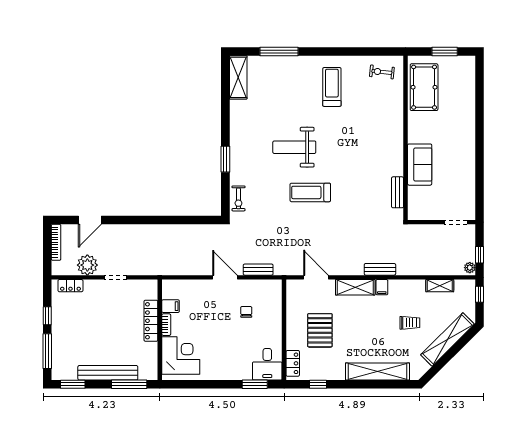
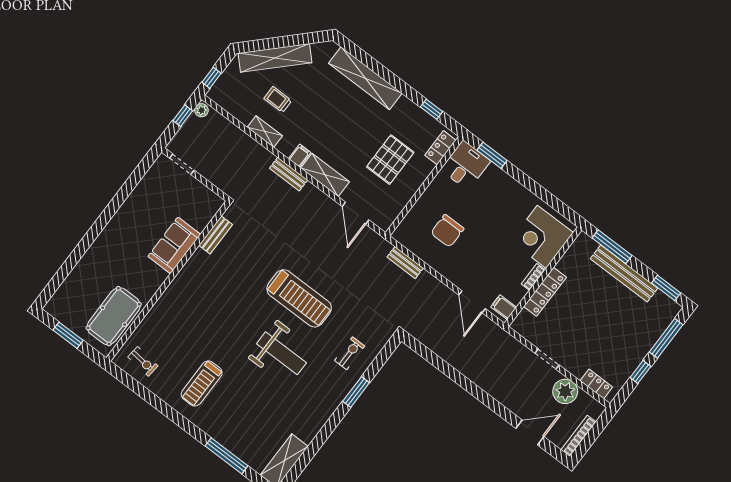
treadmill: (310, 192) -> (299, 298), width x1.37, depth x1.38
exercise bike: (238, 198) -> (350, 353), moved
door: (225, 277) -> (472, 302), moved
shelving: (440, 286) -> (265, 132), moved
filing cabinet: (171, 306) -> (504, 307), moved
chair: (246, 312) -> (447, 231), width x1.87, depth x1.87
trolley: (410, 323) -> (278, 100), moved

